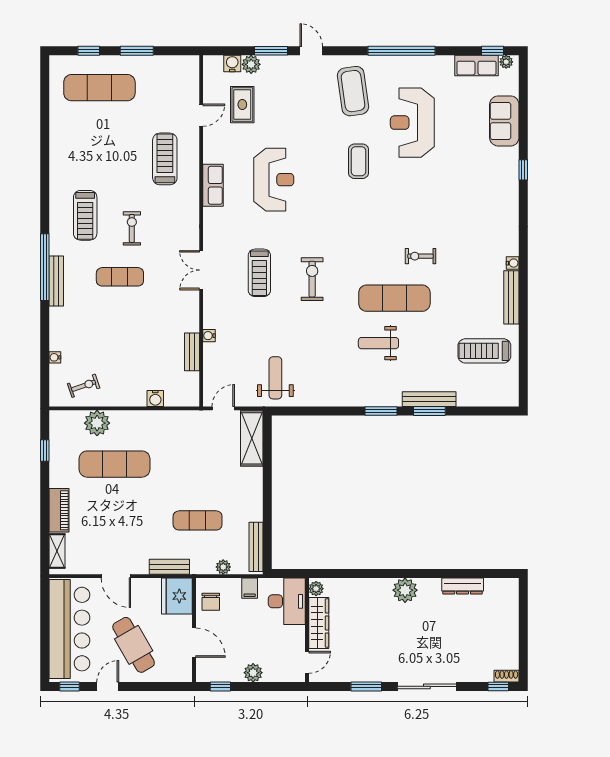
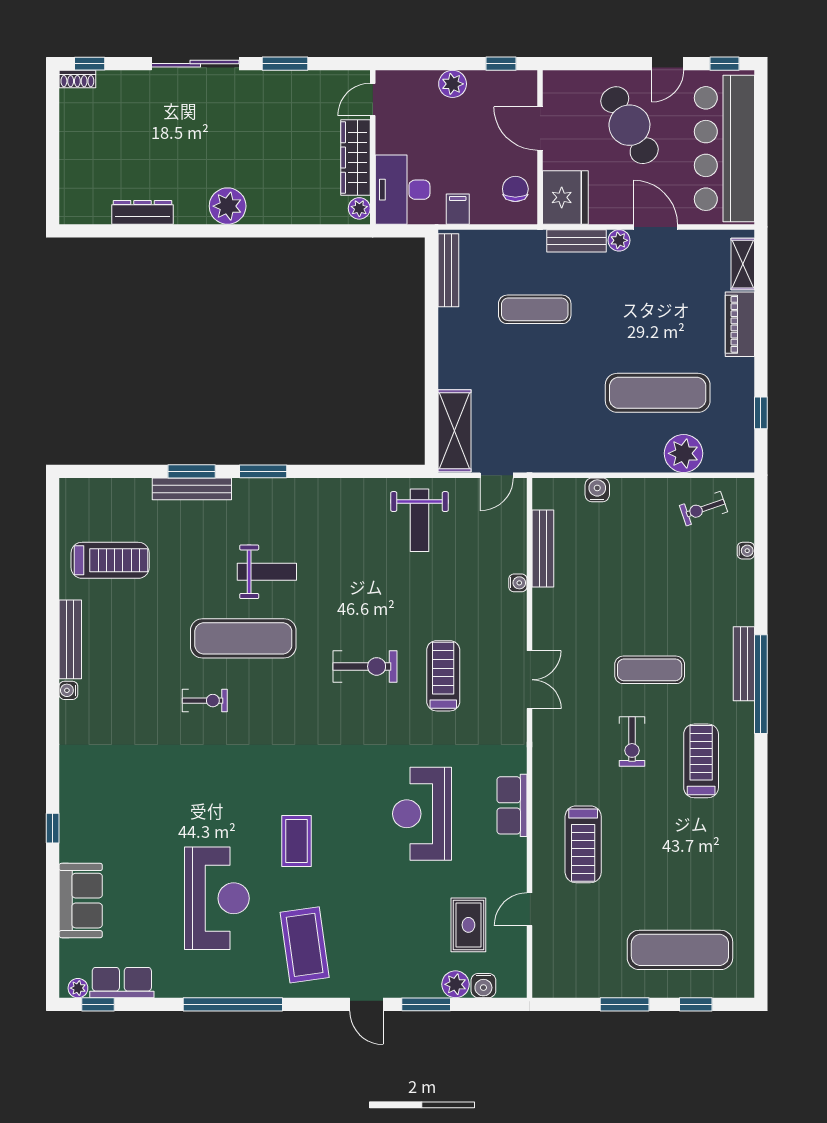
exercise bike: (312, 279) -> (365, 666), turned -90
bench: (192, 352) -> (543, 549), width x1.36
plant: (223, 567) -> (619, 240), moved

